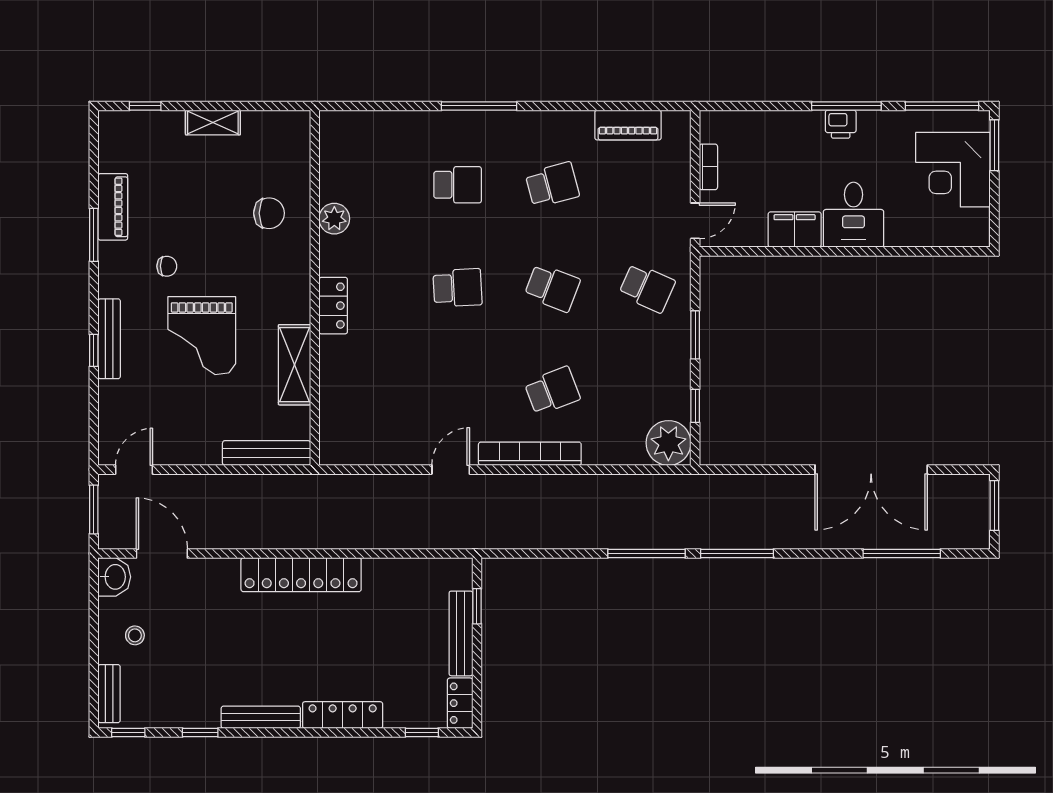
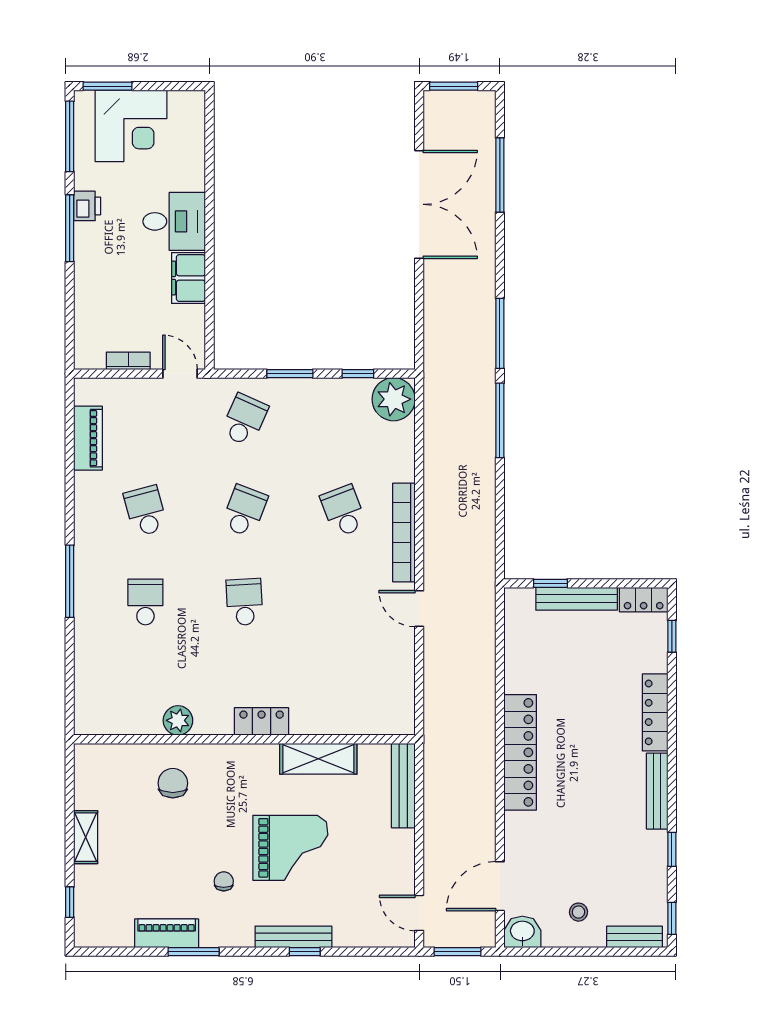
printer: (841, 124) -> (87, 206), moved

